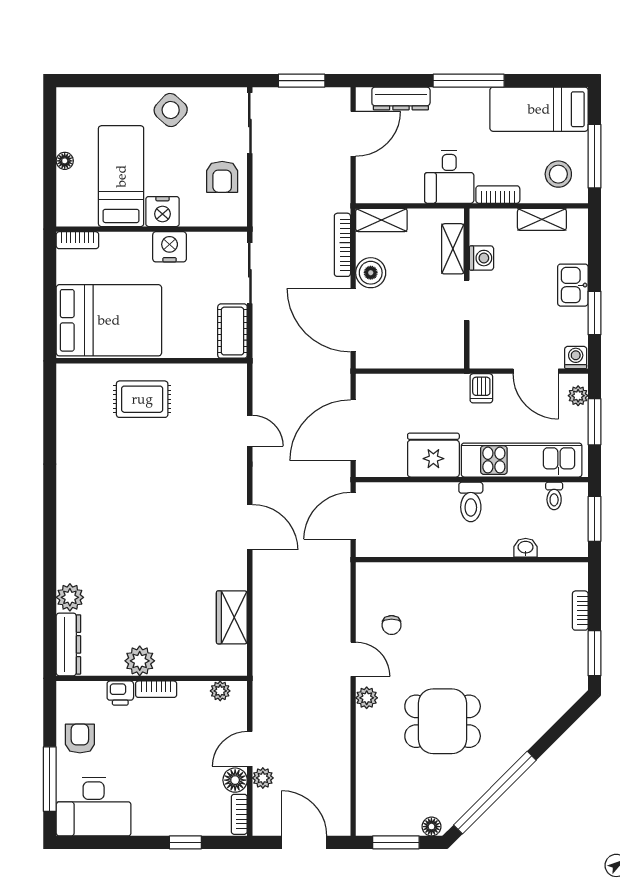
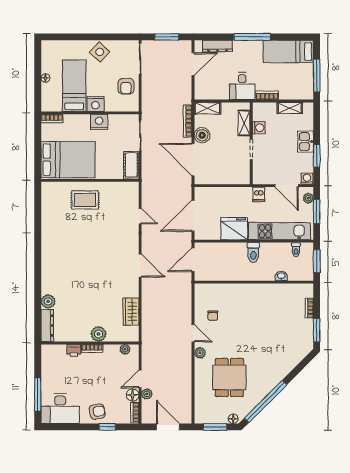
stool: (558, 174) -> (298, 85), removed
plant: (140, 661) -> (99, 334), moved
dining table: (443, 721) -> (229, 377), moved, turned 90
armchair: (80, 739) -> (97, 412), moved, turned 79

